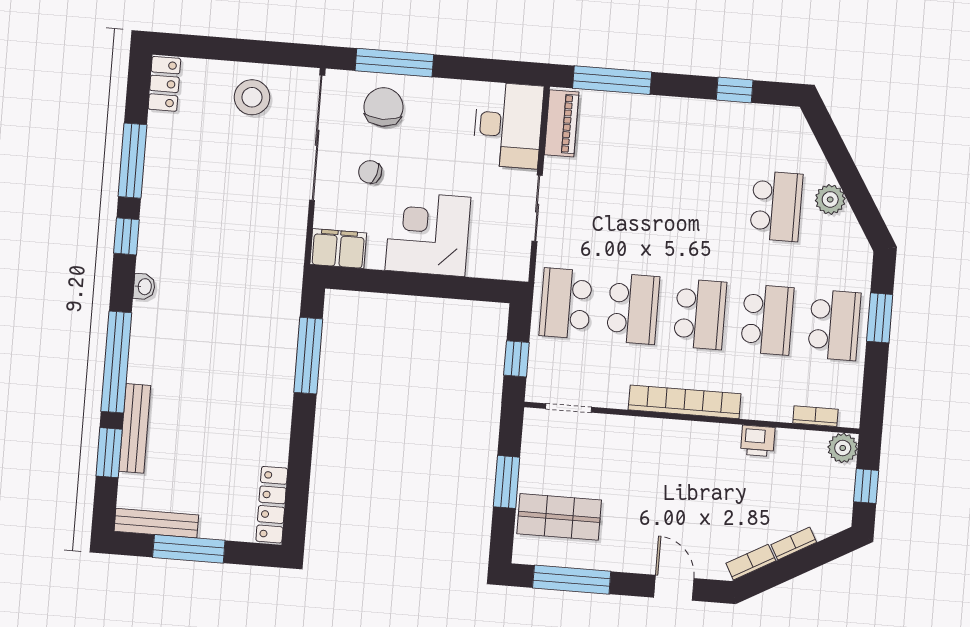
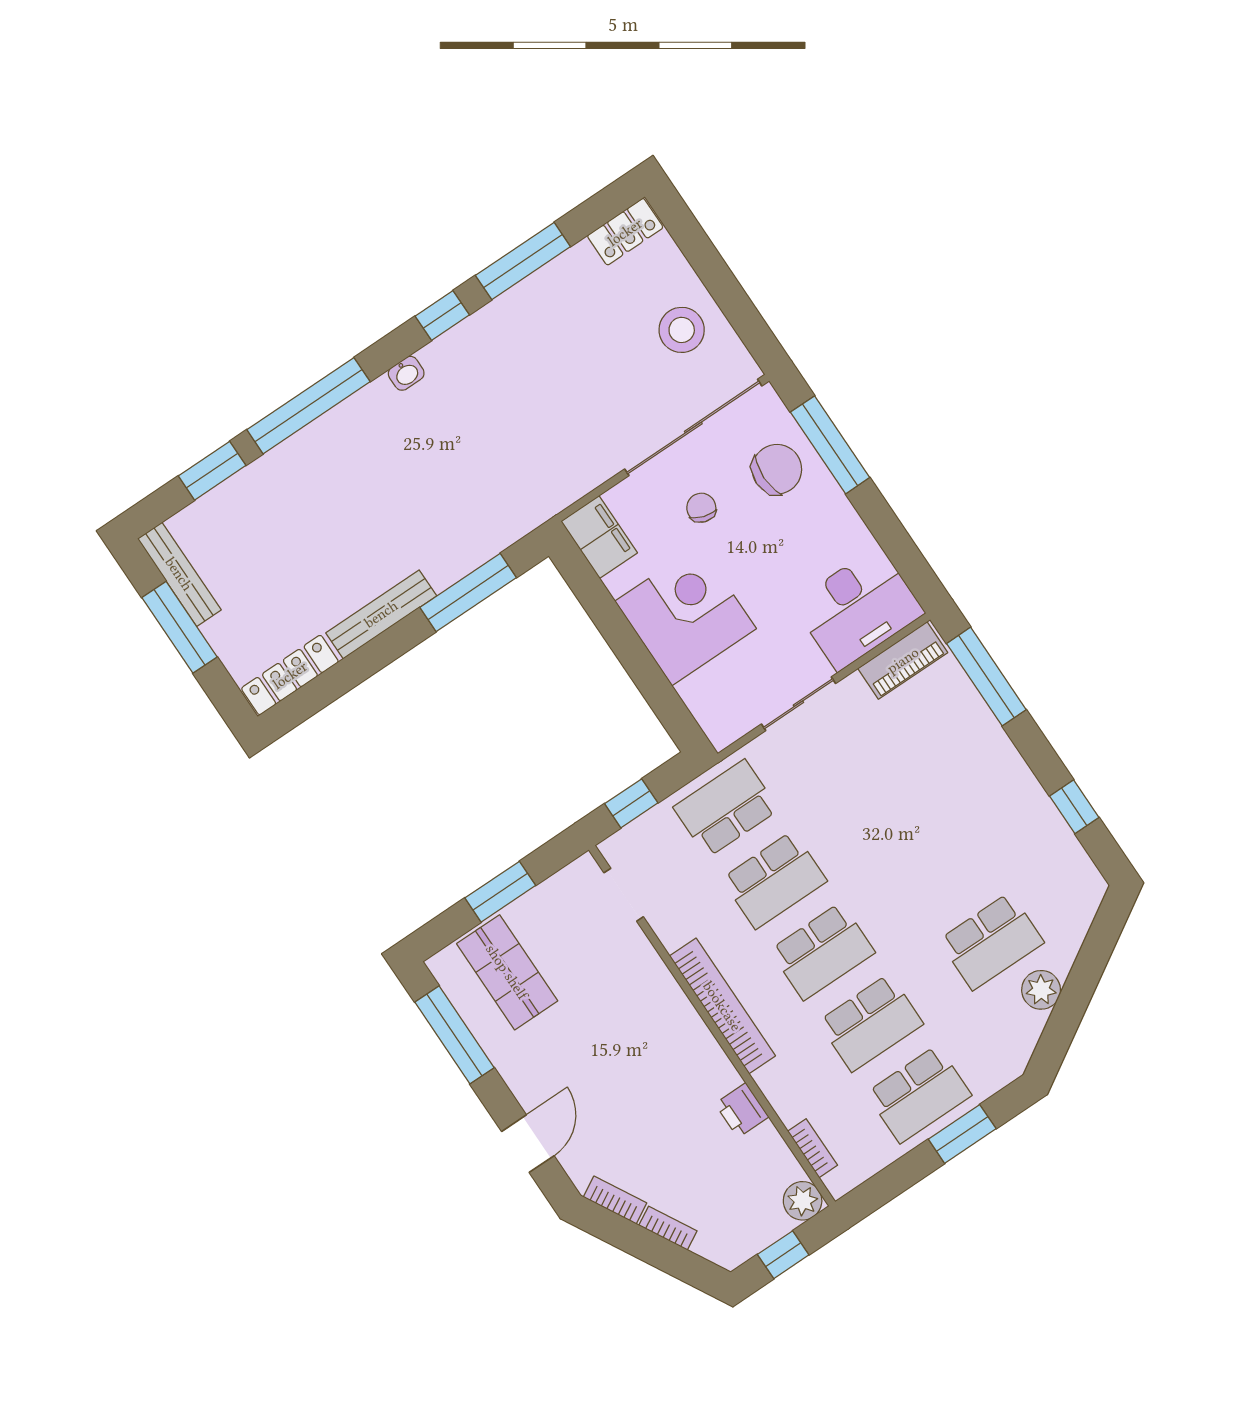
bench: (135, 428) -> (381, 614), moved

